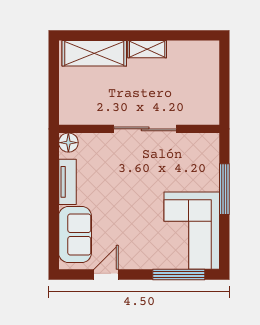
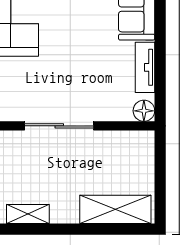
shelving: (147, 49) -> (28, 214), moved

